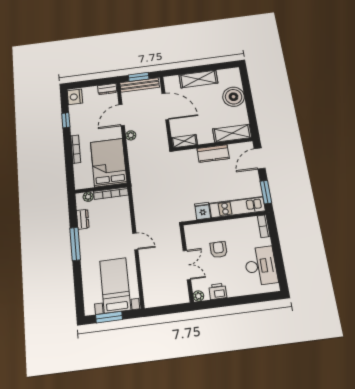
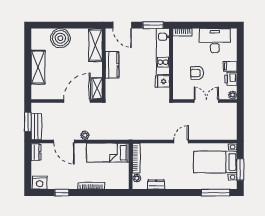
bench: (140, 85) -> (36, 127), width x0.73
door: (165, 106) -> (77, 101), moved
bed: (109, 162) -> (108, 153), width x0.67
window: (75, 244) -> (216, 193), moved
filing cabinet: (233, 289) -> (230, 66), added

